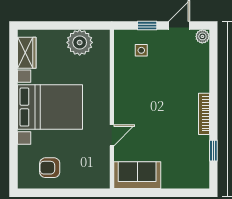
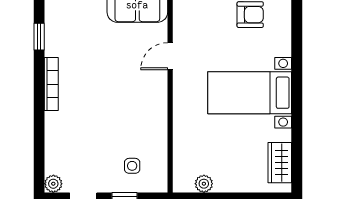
plant: (80, 42) -> (204, 184), width x0.53, depth x0.53
bed with nightstands: (50, 107) -> (250, 93), width x0.73

